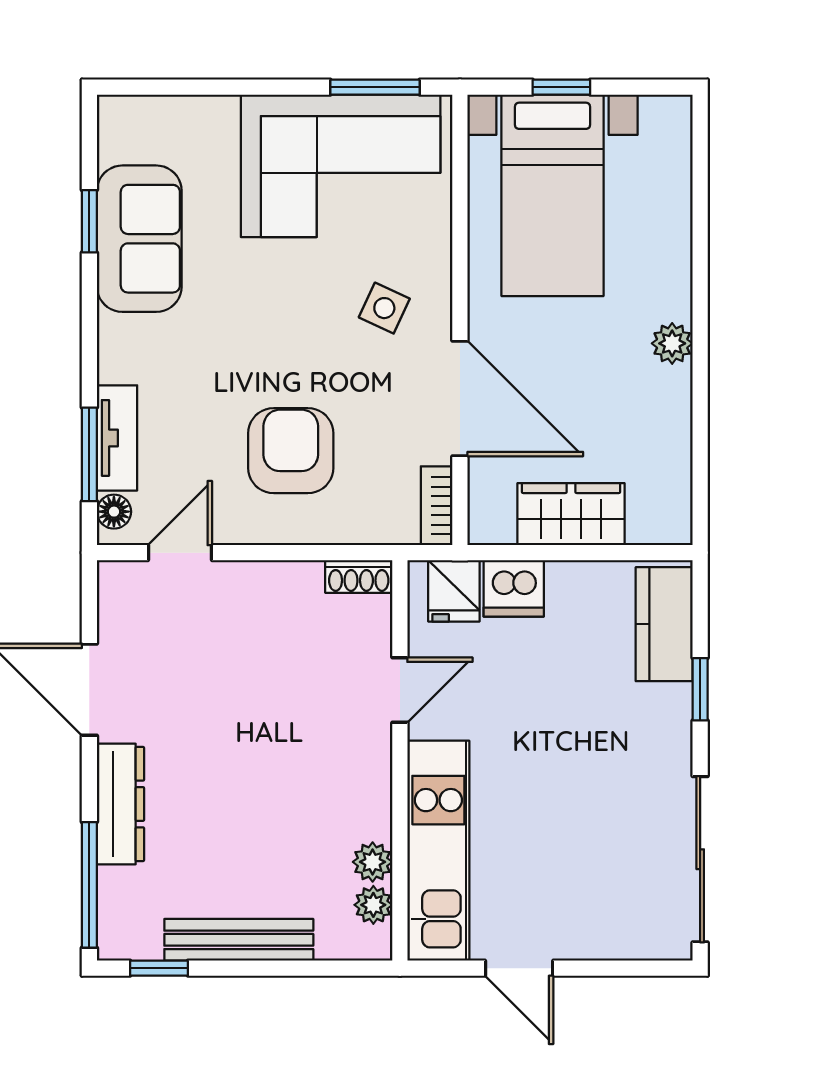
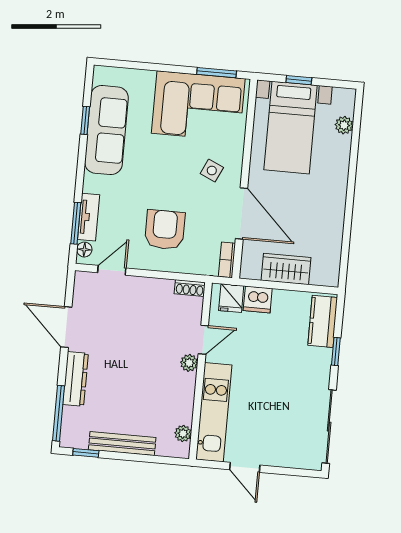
sofa: (139, 239) -> (106, 130), width x1.36
plant: (672, 343) -> (344, 125), moved
plant: (373, 862) -> (189, 363), moved

